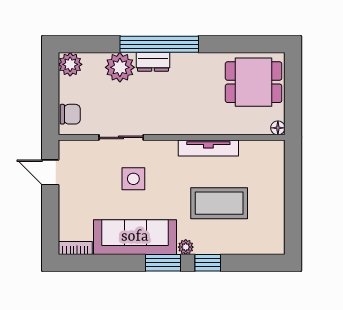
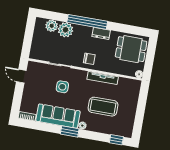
dresser: (153, 62) -> (101, 33), moved
plant: (70, 64) -> (52, 26), moved
chair: (70, 114) -> (89, 59), moved
window: (208, 263) -> (116, 140), moved

